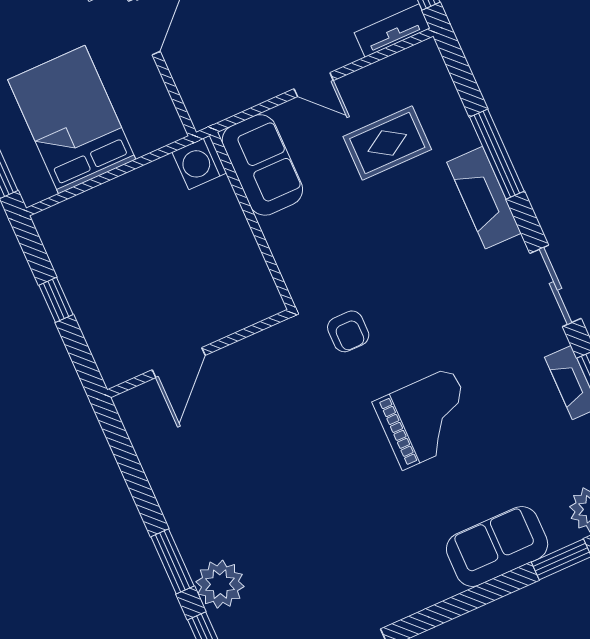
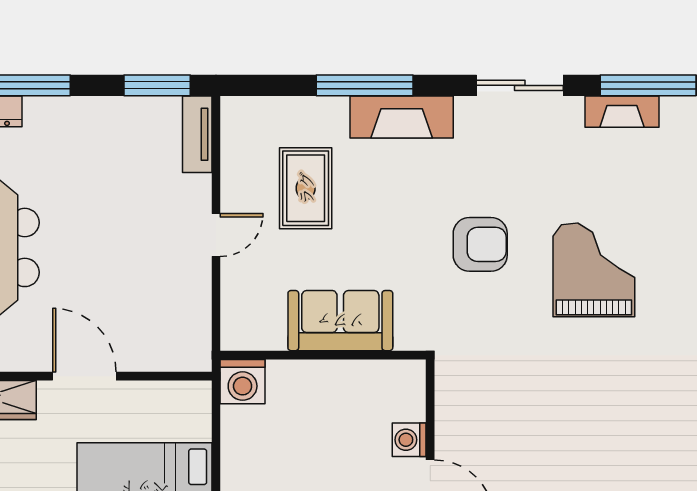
sofa: (262, 165) -> (340, 321), moved
washing machine: (213, 326) -> (409, 440), added
armchair: (348, 331) -> (480, 244), moved, width x1.38, depth x1.38

